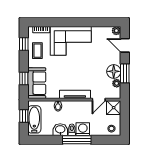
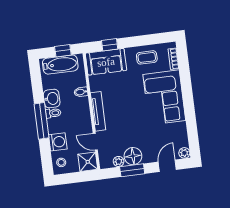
window: (24, 44) -> (153, 39), removed
washing machine: (83, 129) -> (58, 142), moved

